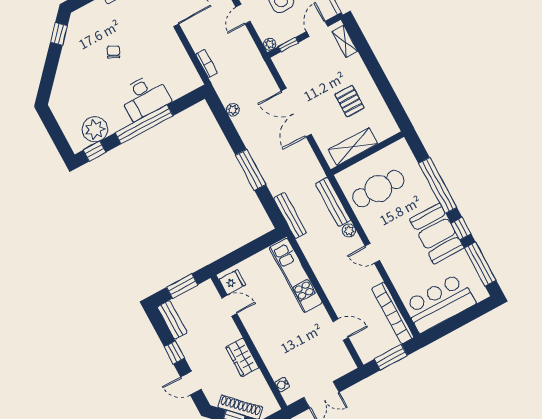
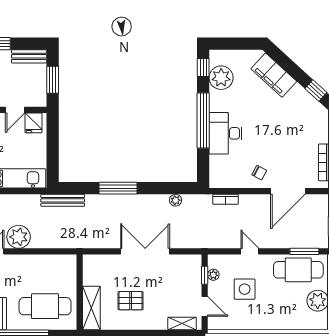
plant: (270, 44) -> (213, 275), moved
chair: (114, 52) -> (259, 173), moved
filing cabinet: (66, 81) -> (274, 75), added
shelving: (353, 147) -> (91, 308), moved
cafe table: (378, 189) -> (45, 306), moved, turned 90
bench: (333, 202) -> (55, 242), removed
plant: (349, 231) -> (19, 237), width x1.87, depth x1.87

